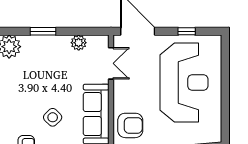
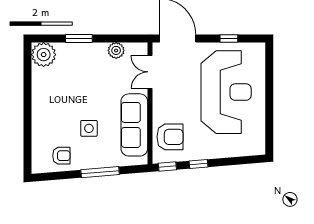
double door: (111, 63) -> (150, 72), swing flipped
side table: (53, 117) -> (89, 128), turned 45

